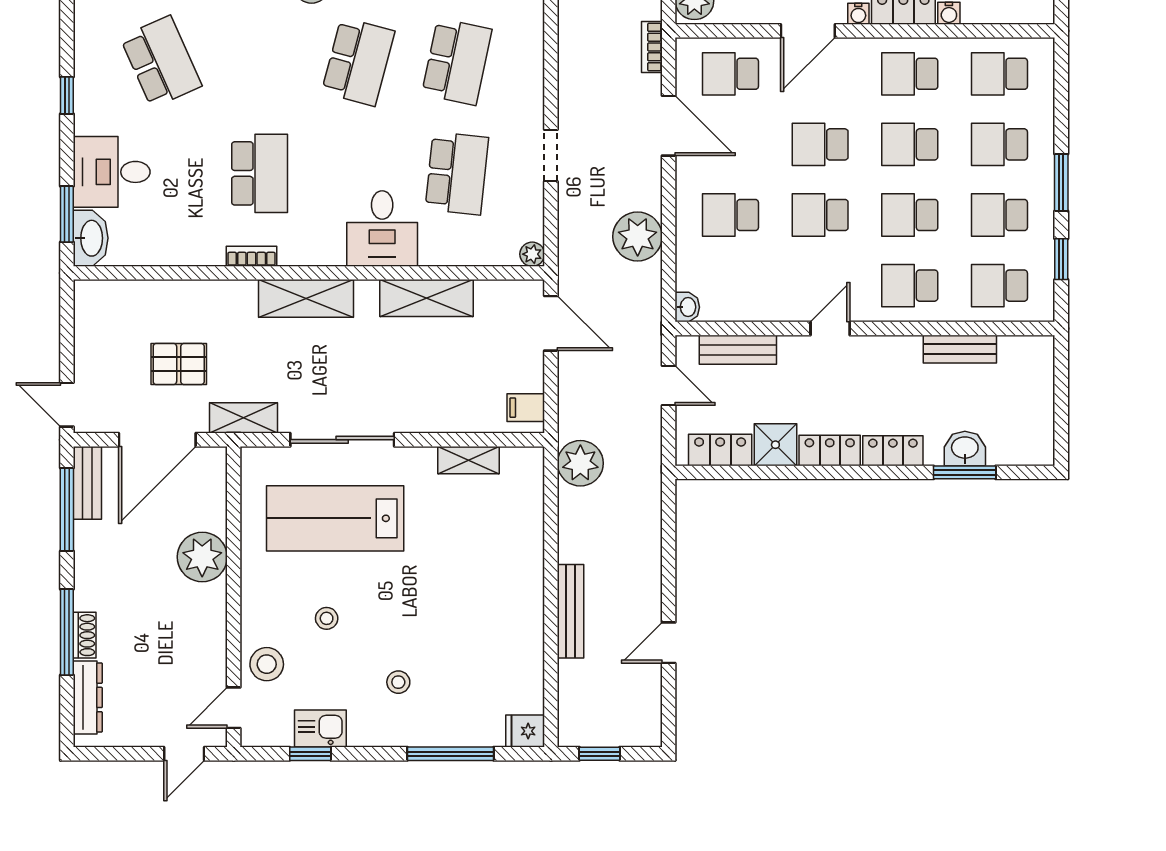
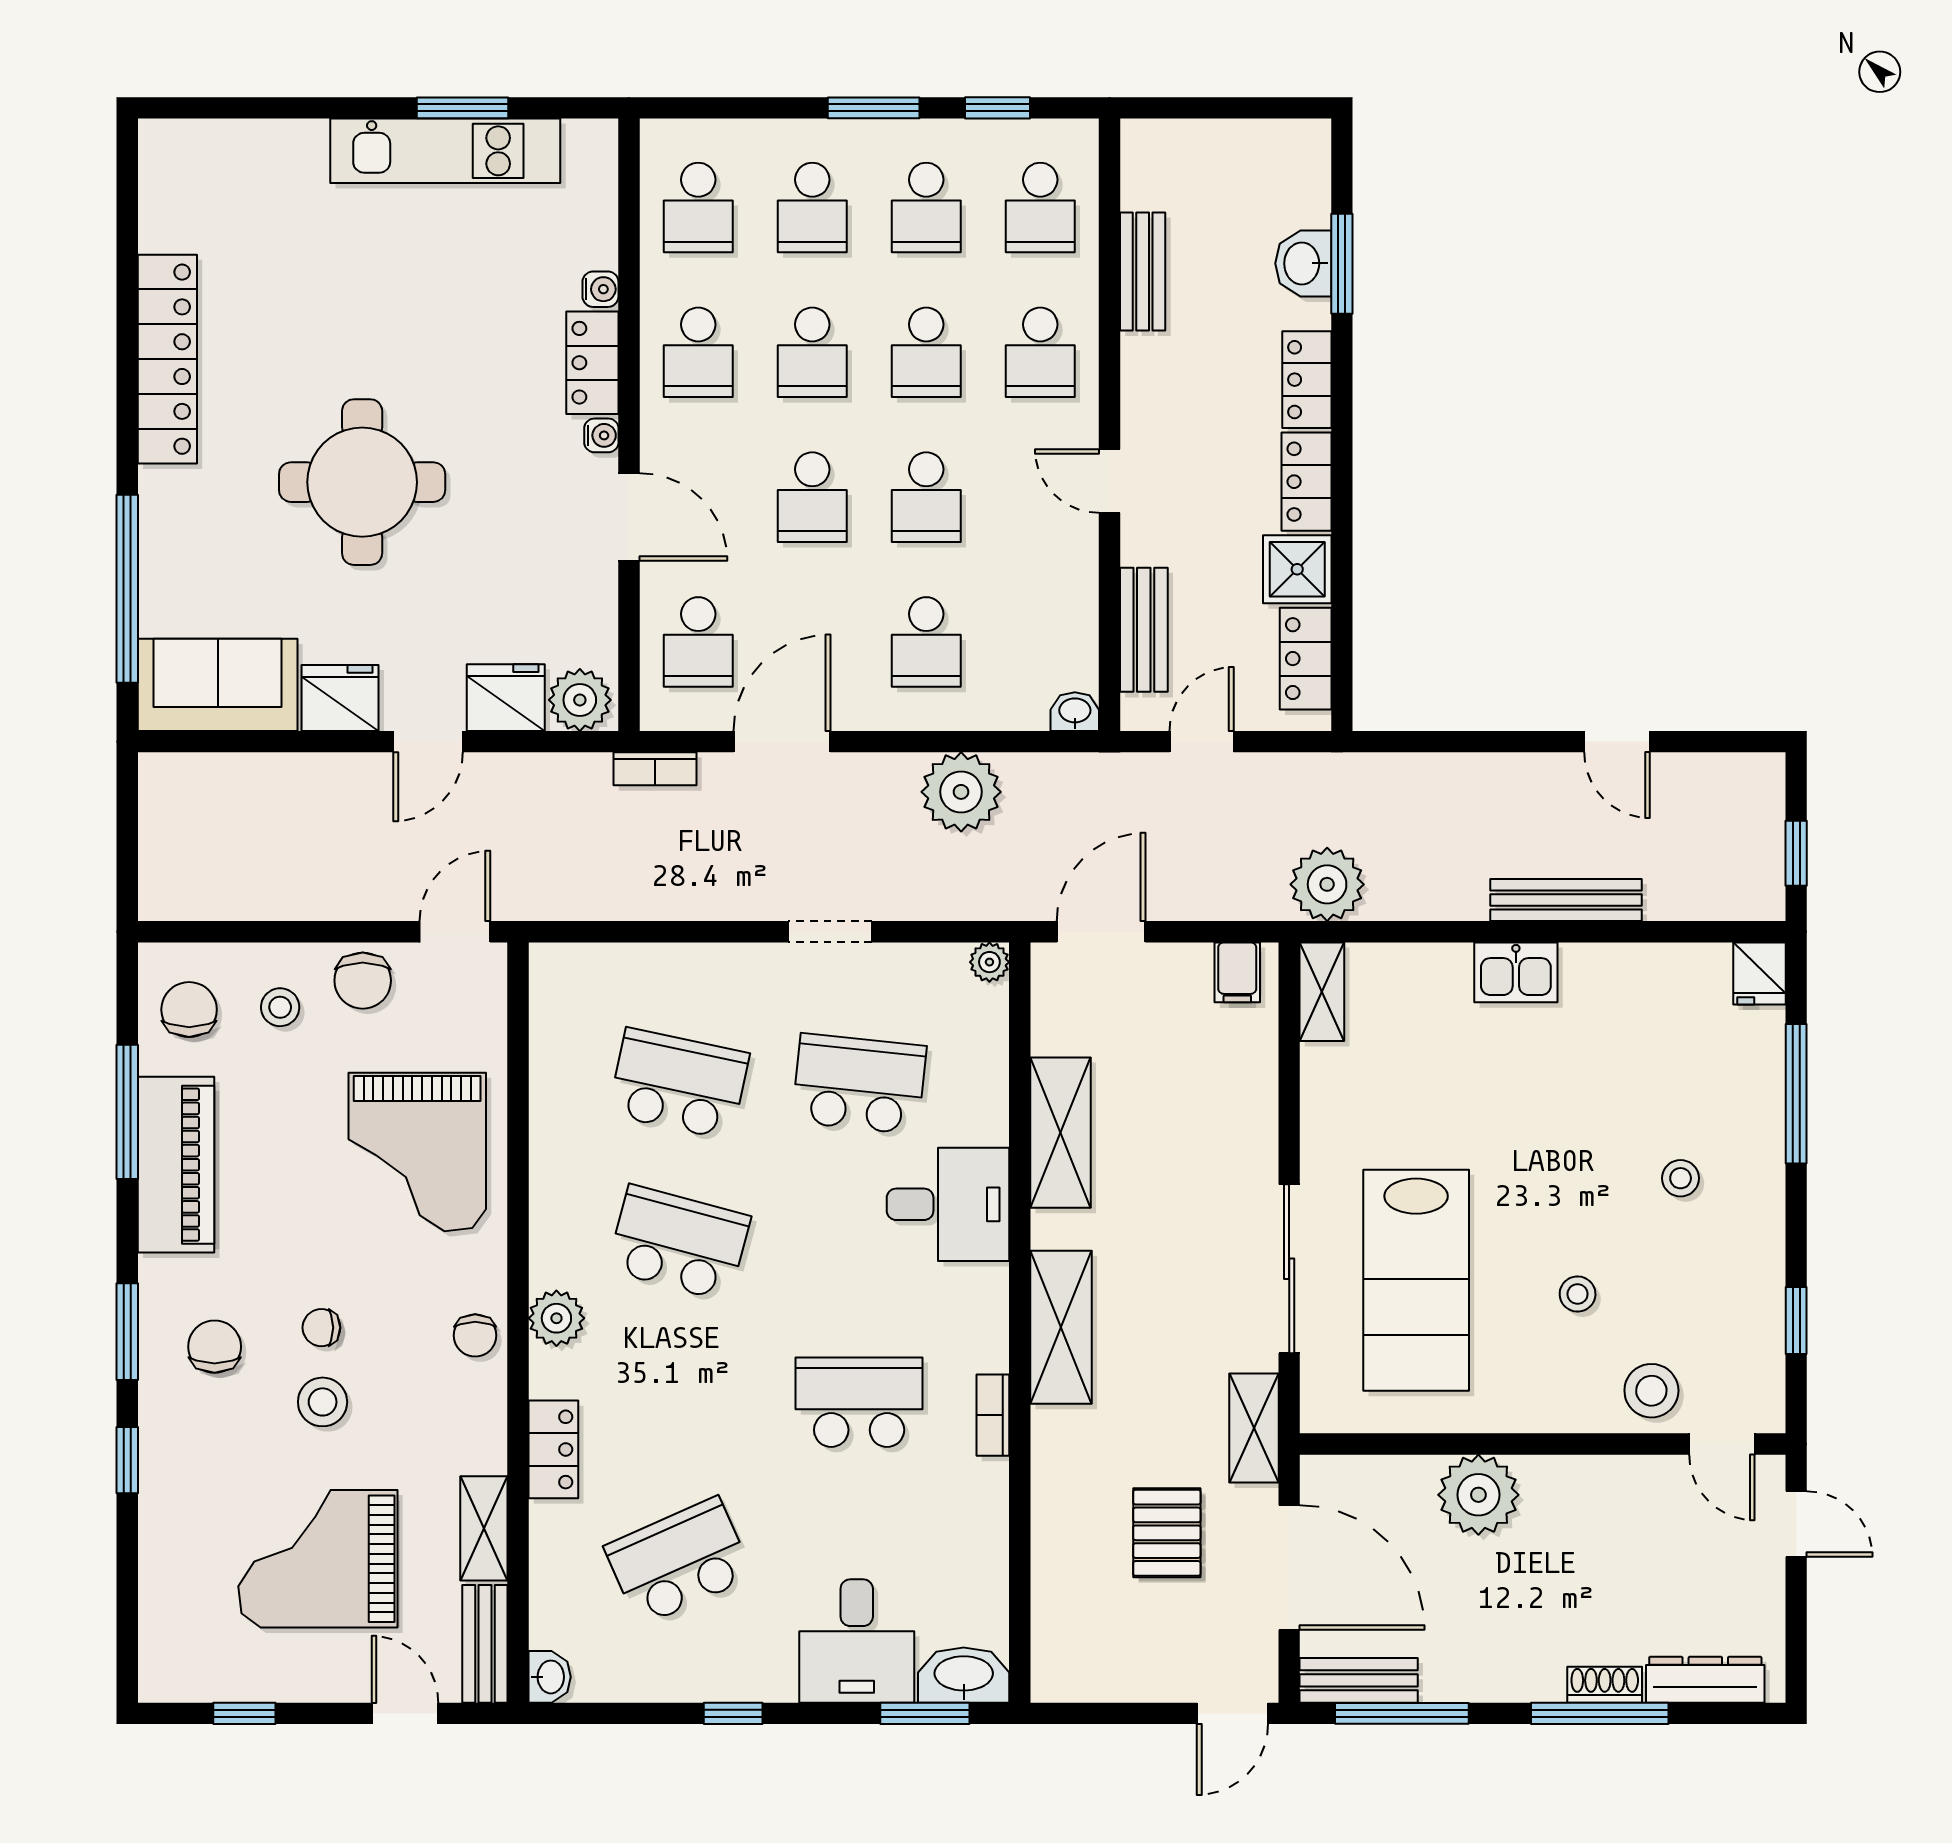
shelving: (468, 460) -> (1322, 992), moved
kitchen sink: (320, 729) -> (1516, 972), moved, turned -90

